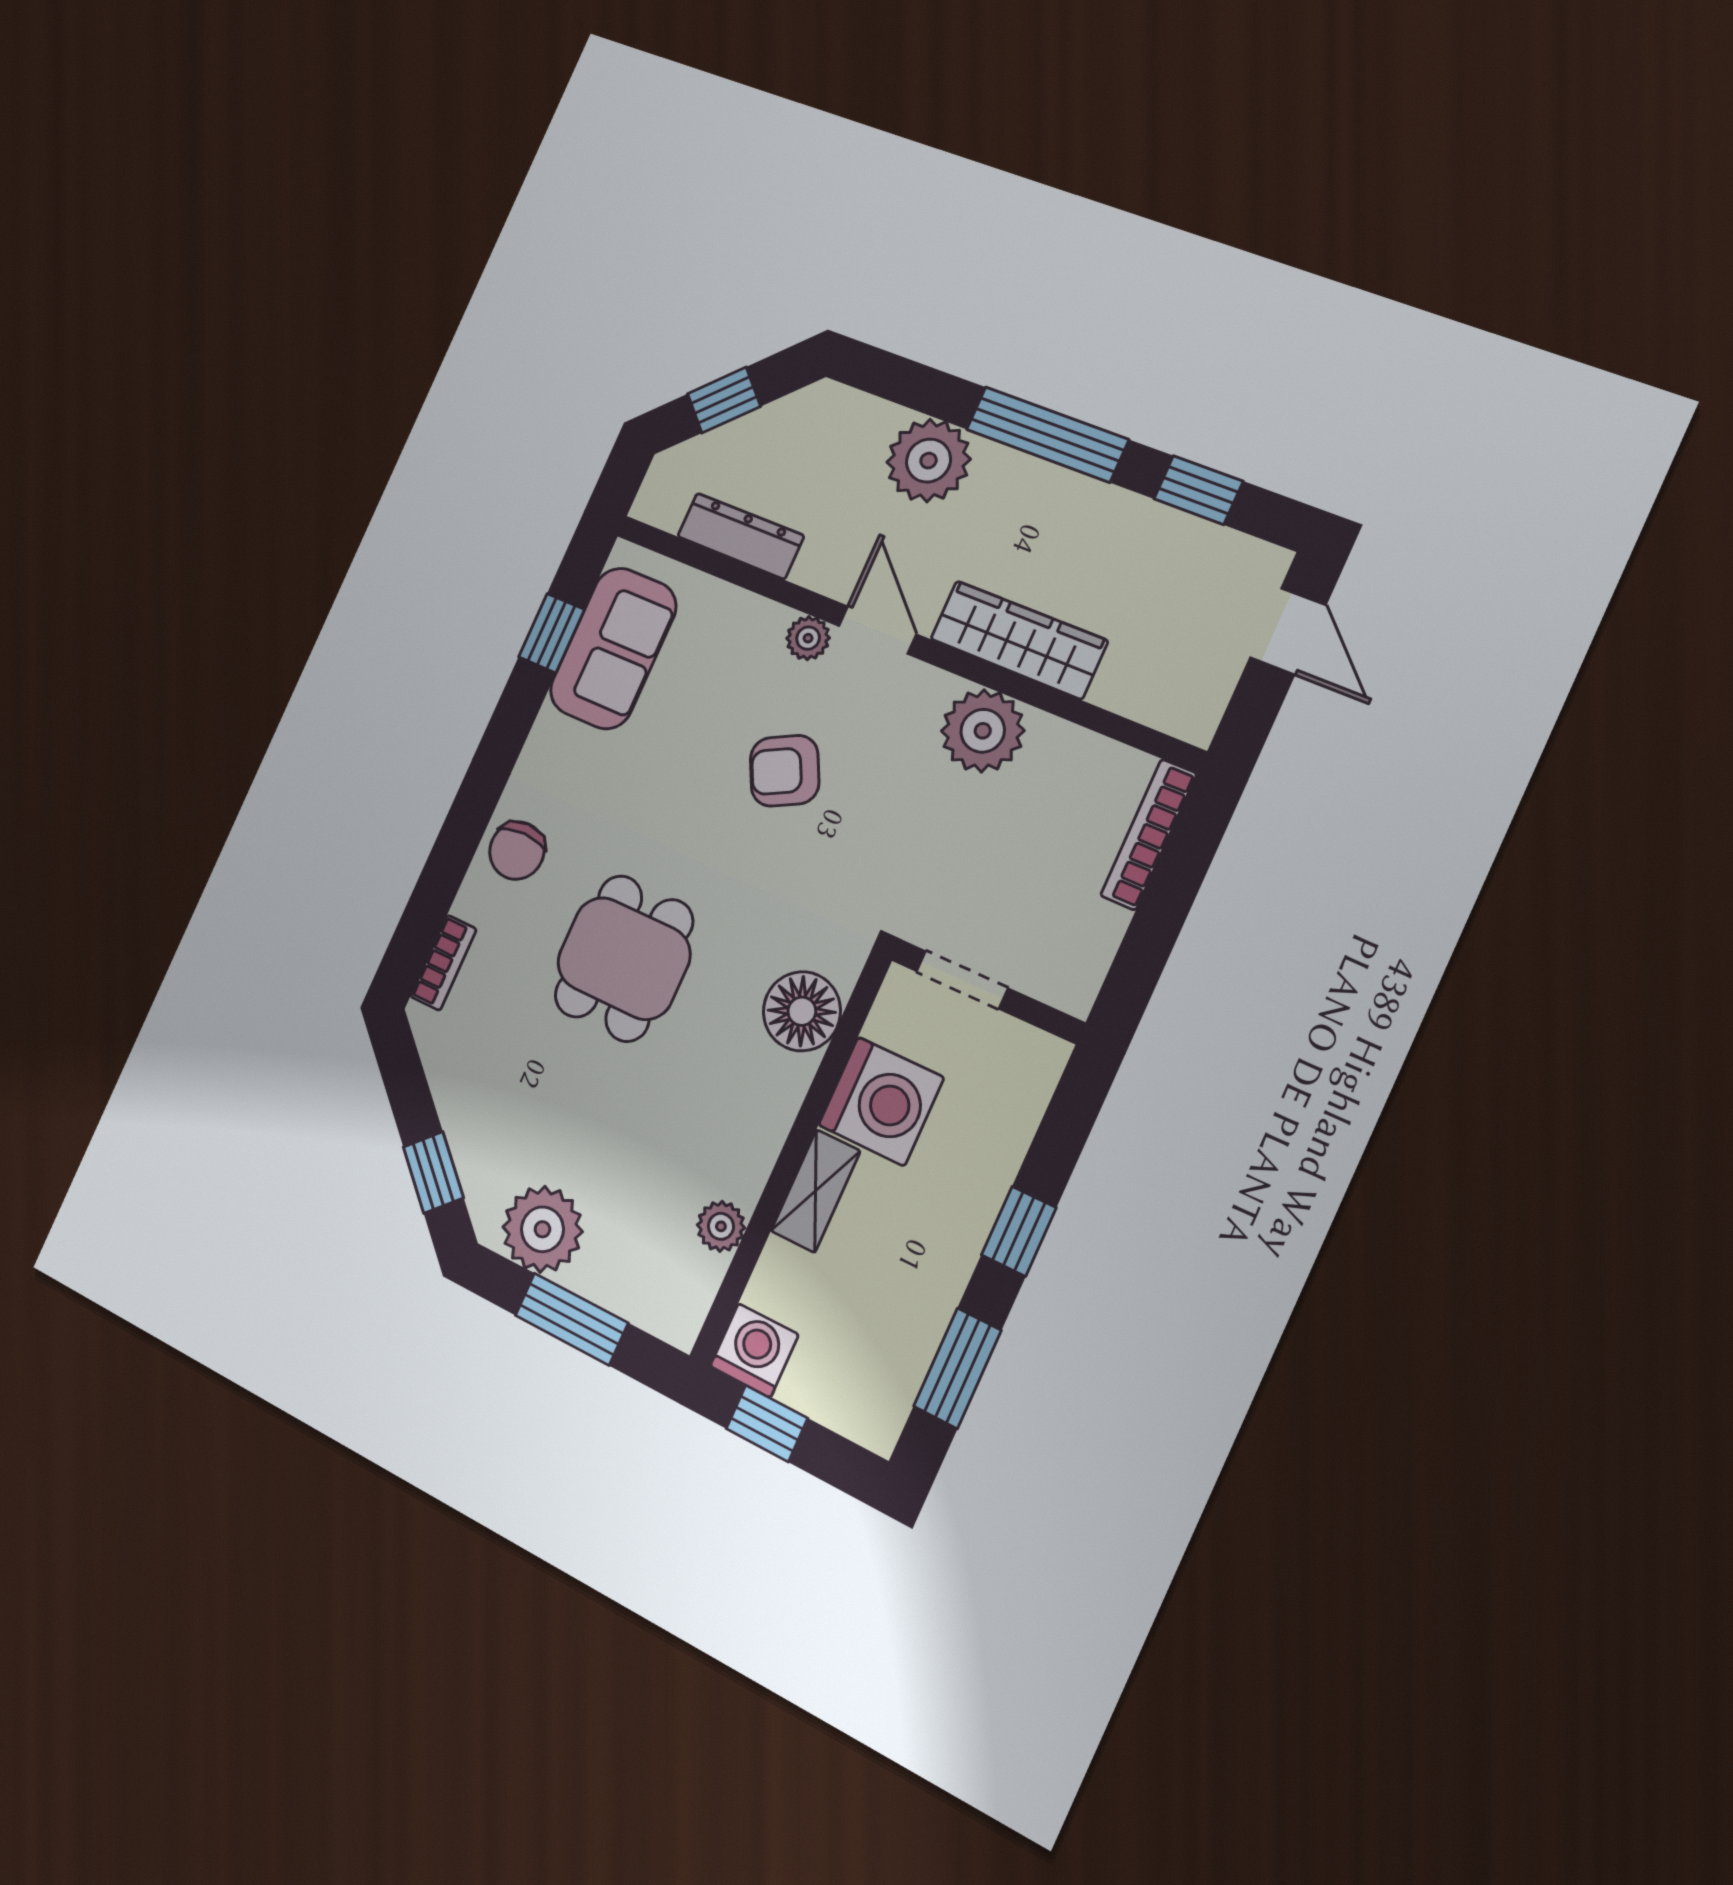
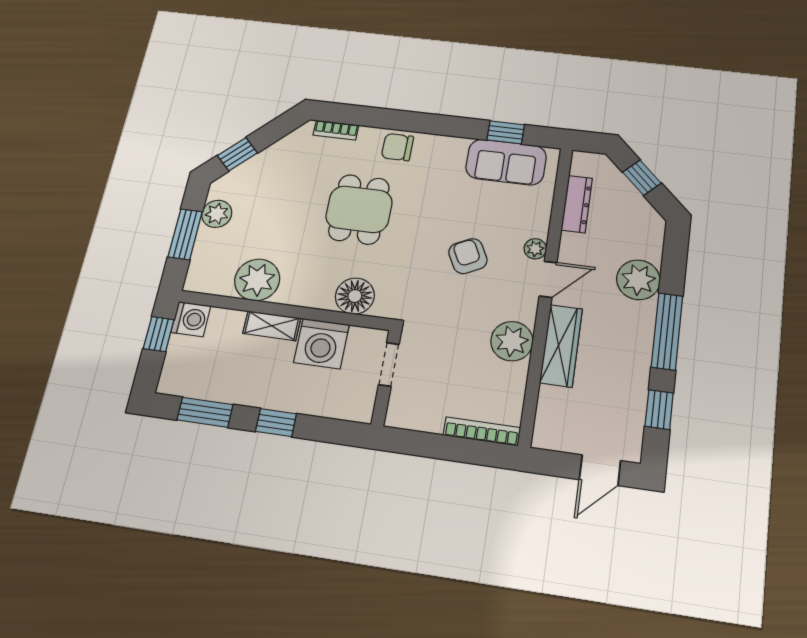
dining table: (624, 958) -> (359, 209), turned 90
plant: (721, 1226) -> (257, 280), width x1.88, depth x1.88
plant: (542, 1229) -> (217, 214), width x0.73, depth x0.73

